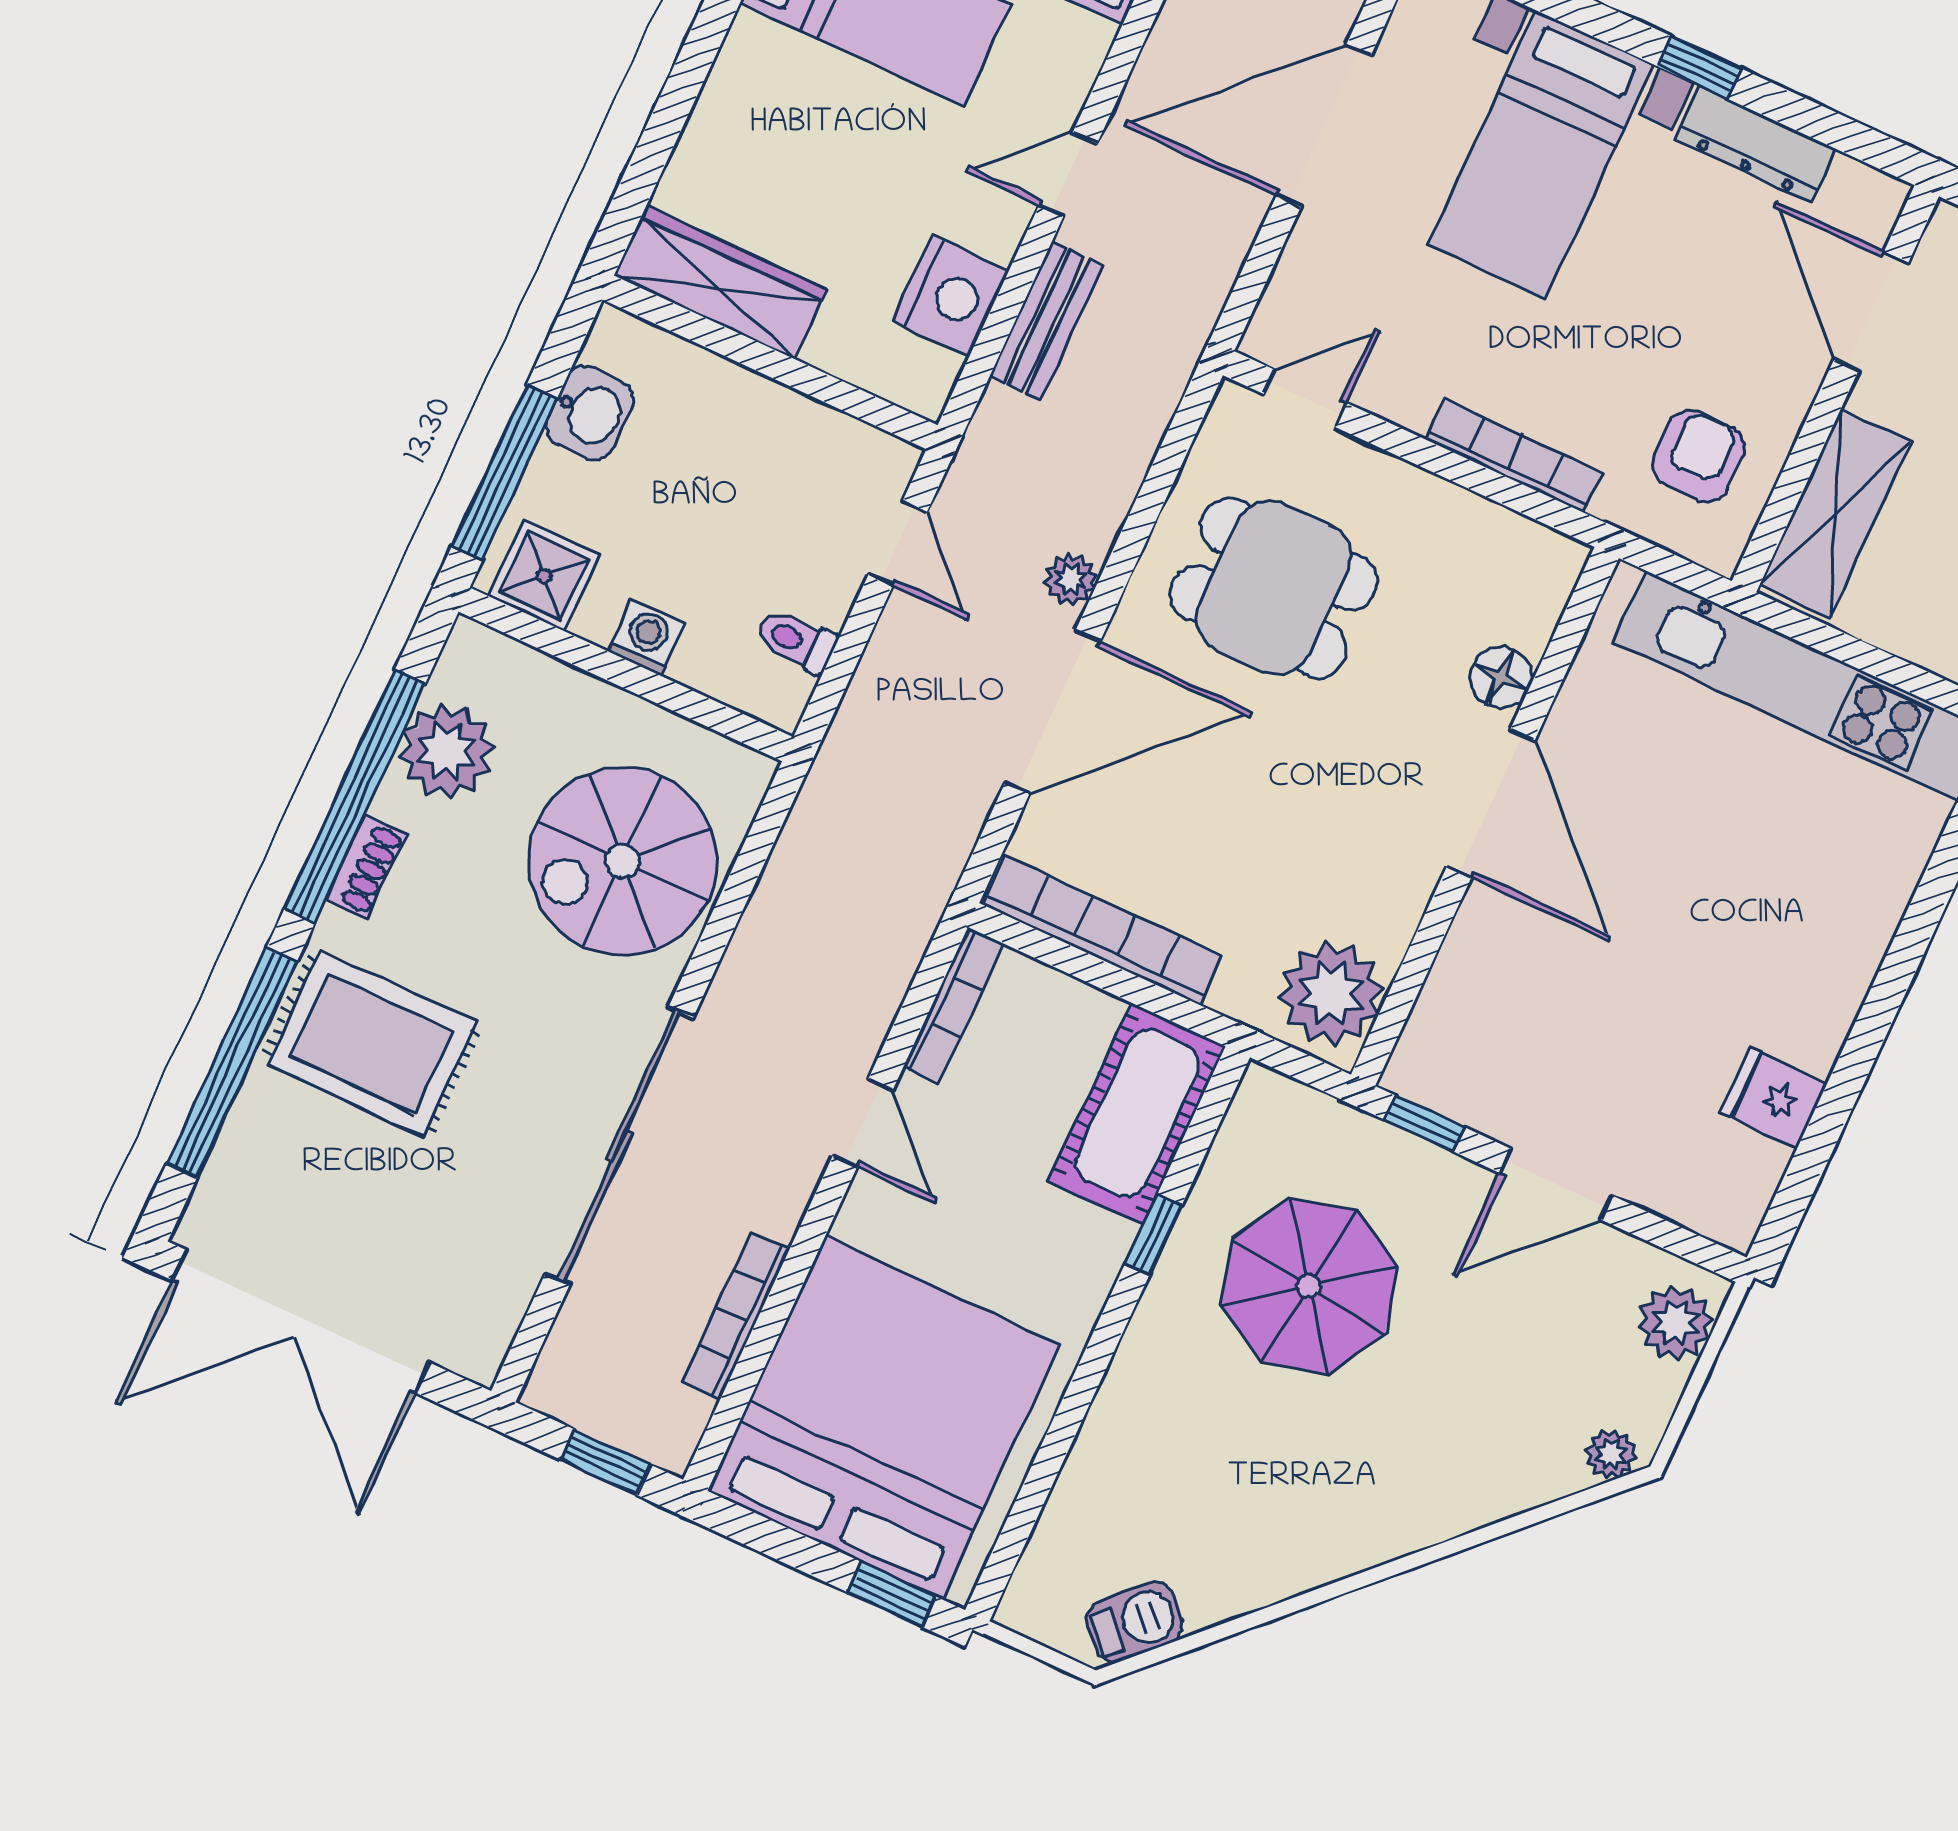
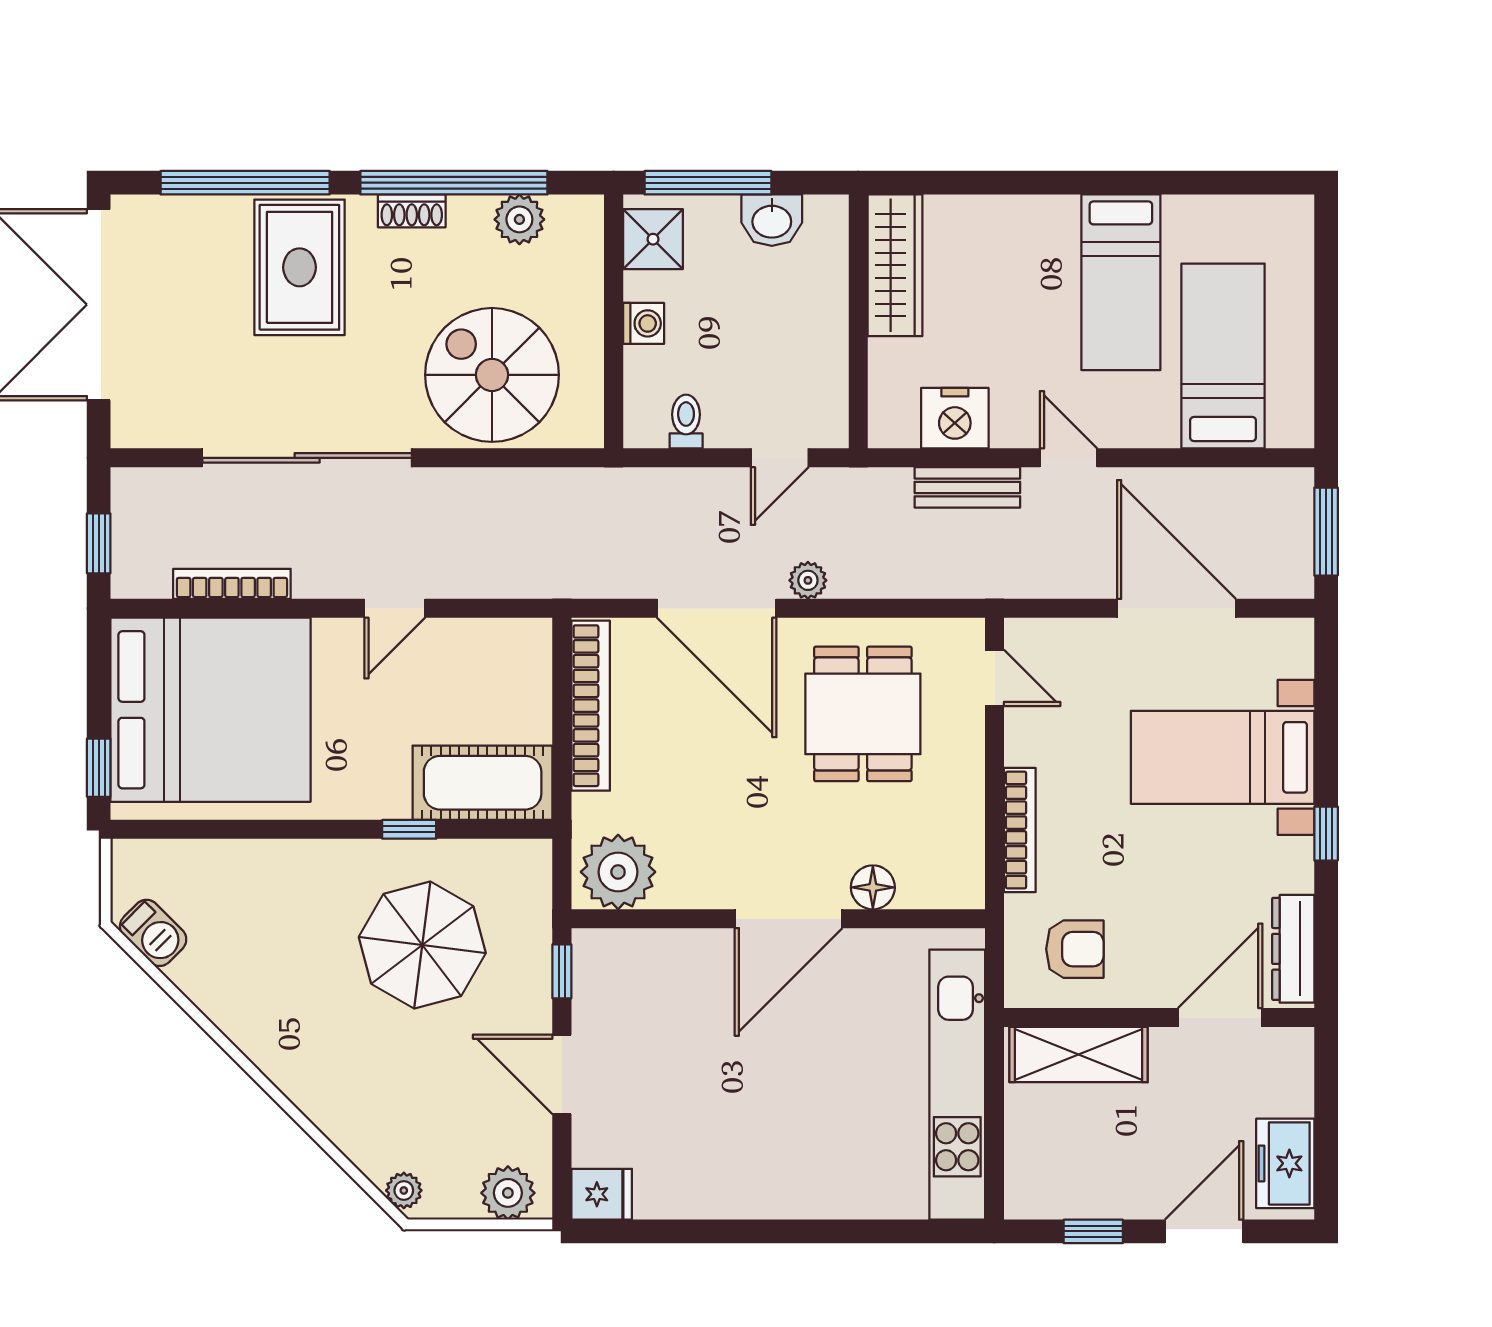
dresser: (1755, 144) -> (1293, 949), moved
plant: (446, 751) -> (519, 219), width x0.73, depth x0.73
bookcase: (953, 1005) -> (498, 632), removed
fridge: (1774, 1098) -> (602, 1194), moved, turned 90

